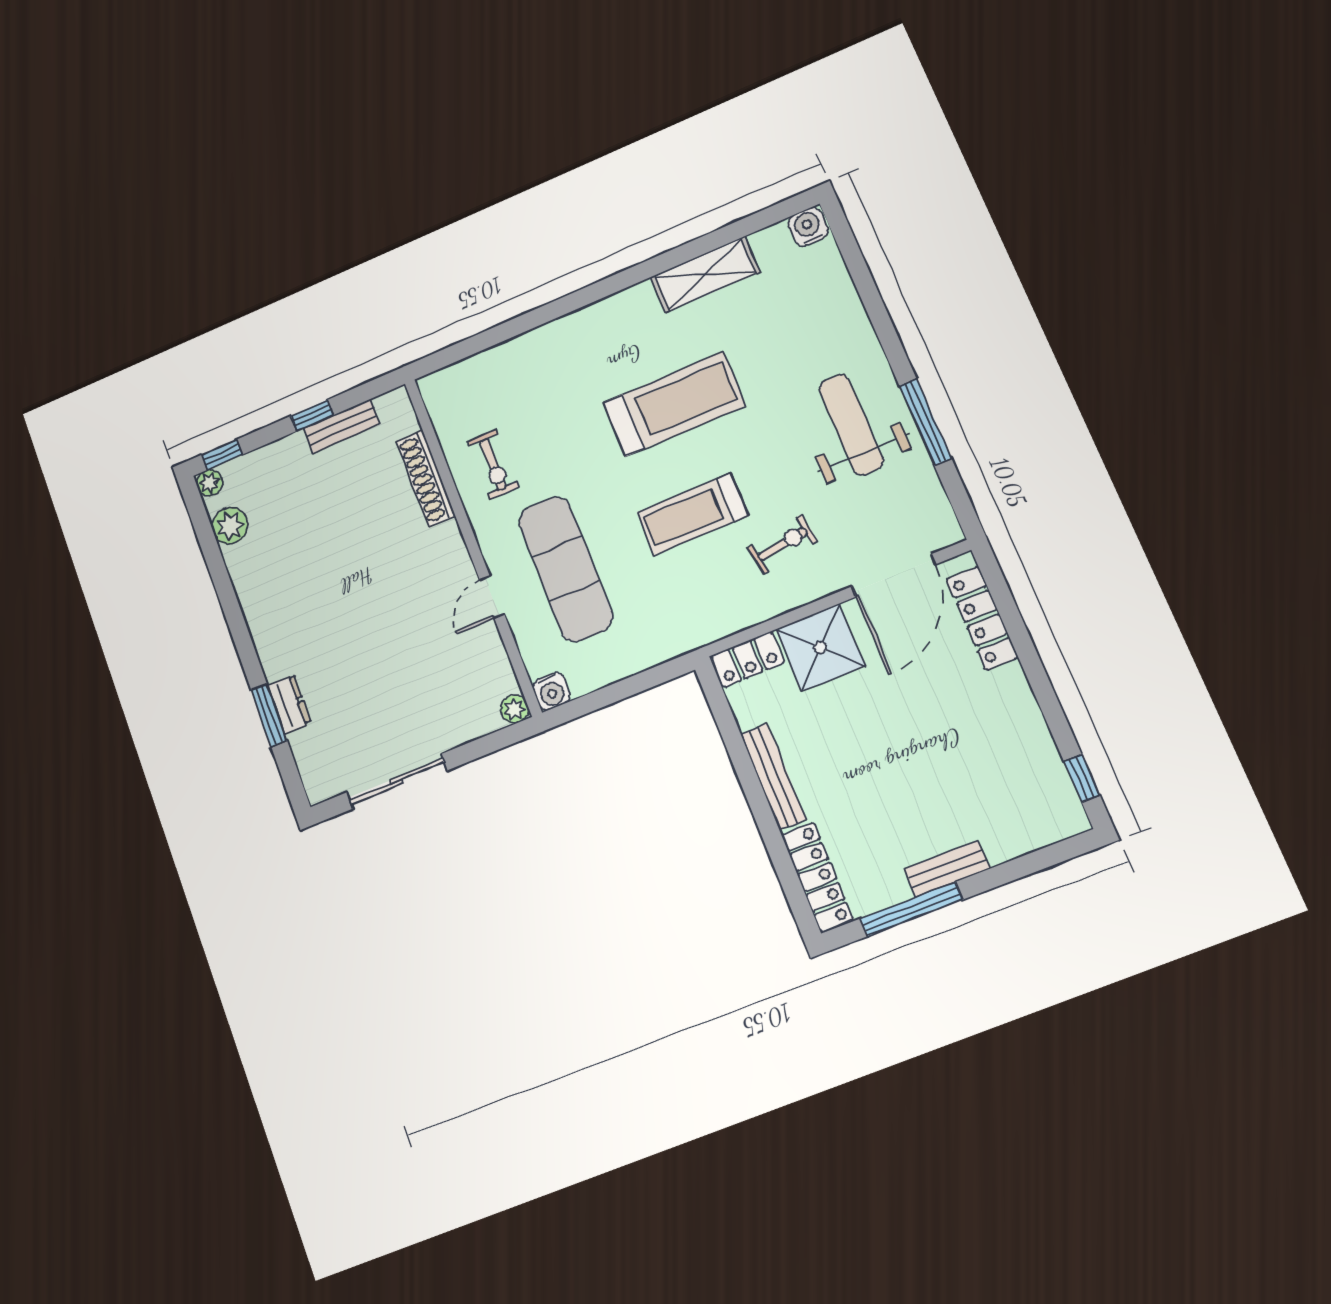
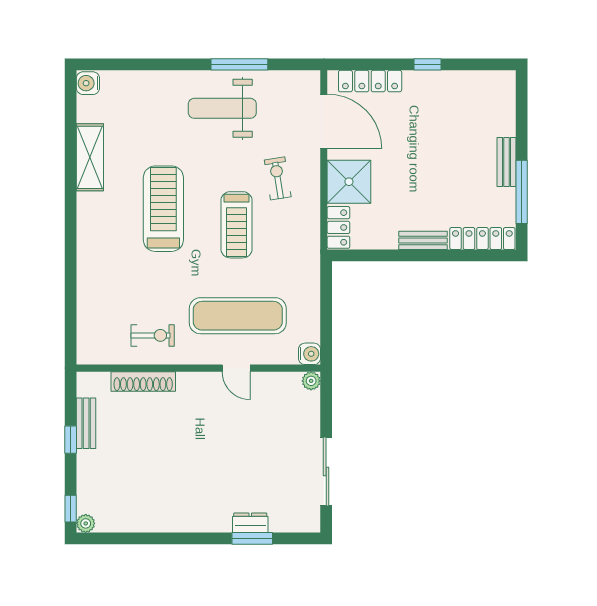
plant: (230, 526) -> (120, 520), removed
bench: (773, 777) -> (423, 240), width x0.73
window: (1082, 778) -> (427, 64), moved

